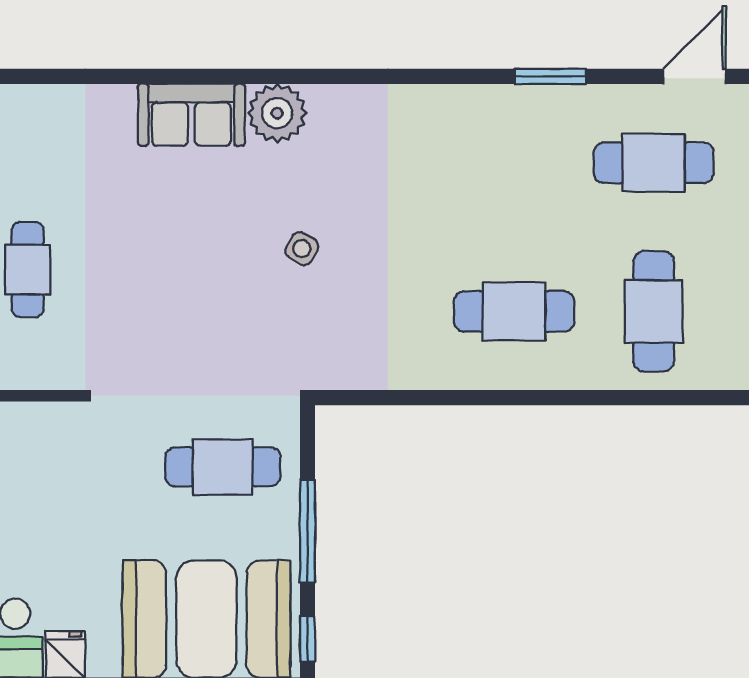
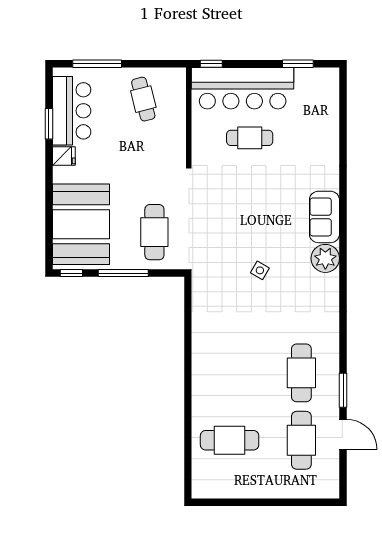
door: (695, 76) -> (343, 434), moved
cafe table: (514, 311) -> (301, 373), moved

